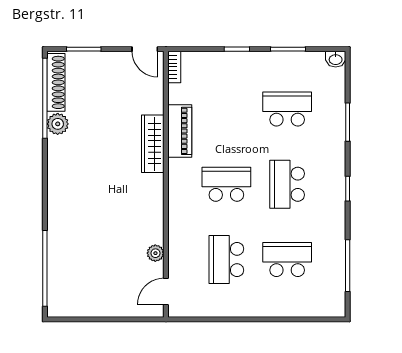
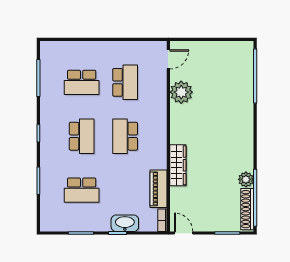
washbasin: (336, 59) -> (125, 223), moved, width x1.91, depth x1.45
piano: (180, 131) -> (159, 189), moved
school desk: (226, 184) -> (125, 136), turned 90
plant: (155, 253) -> (181, 92), width x1.87, depth x1.87

